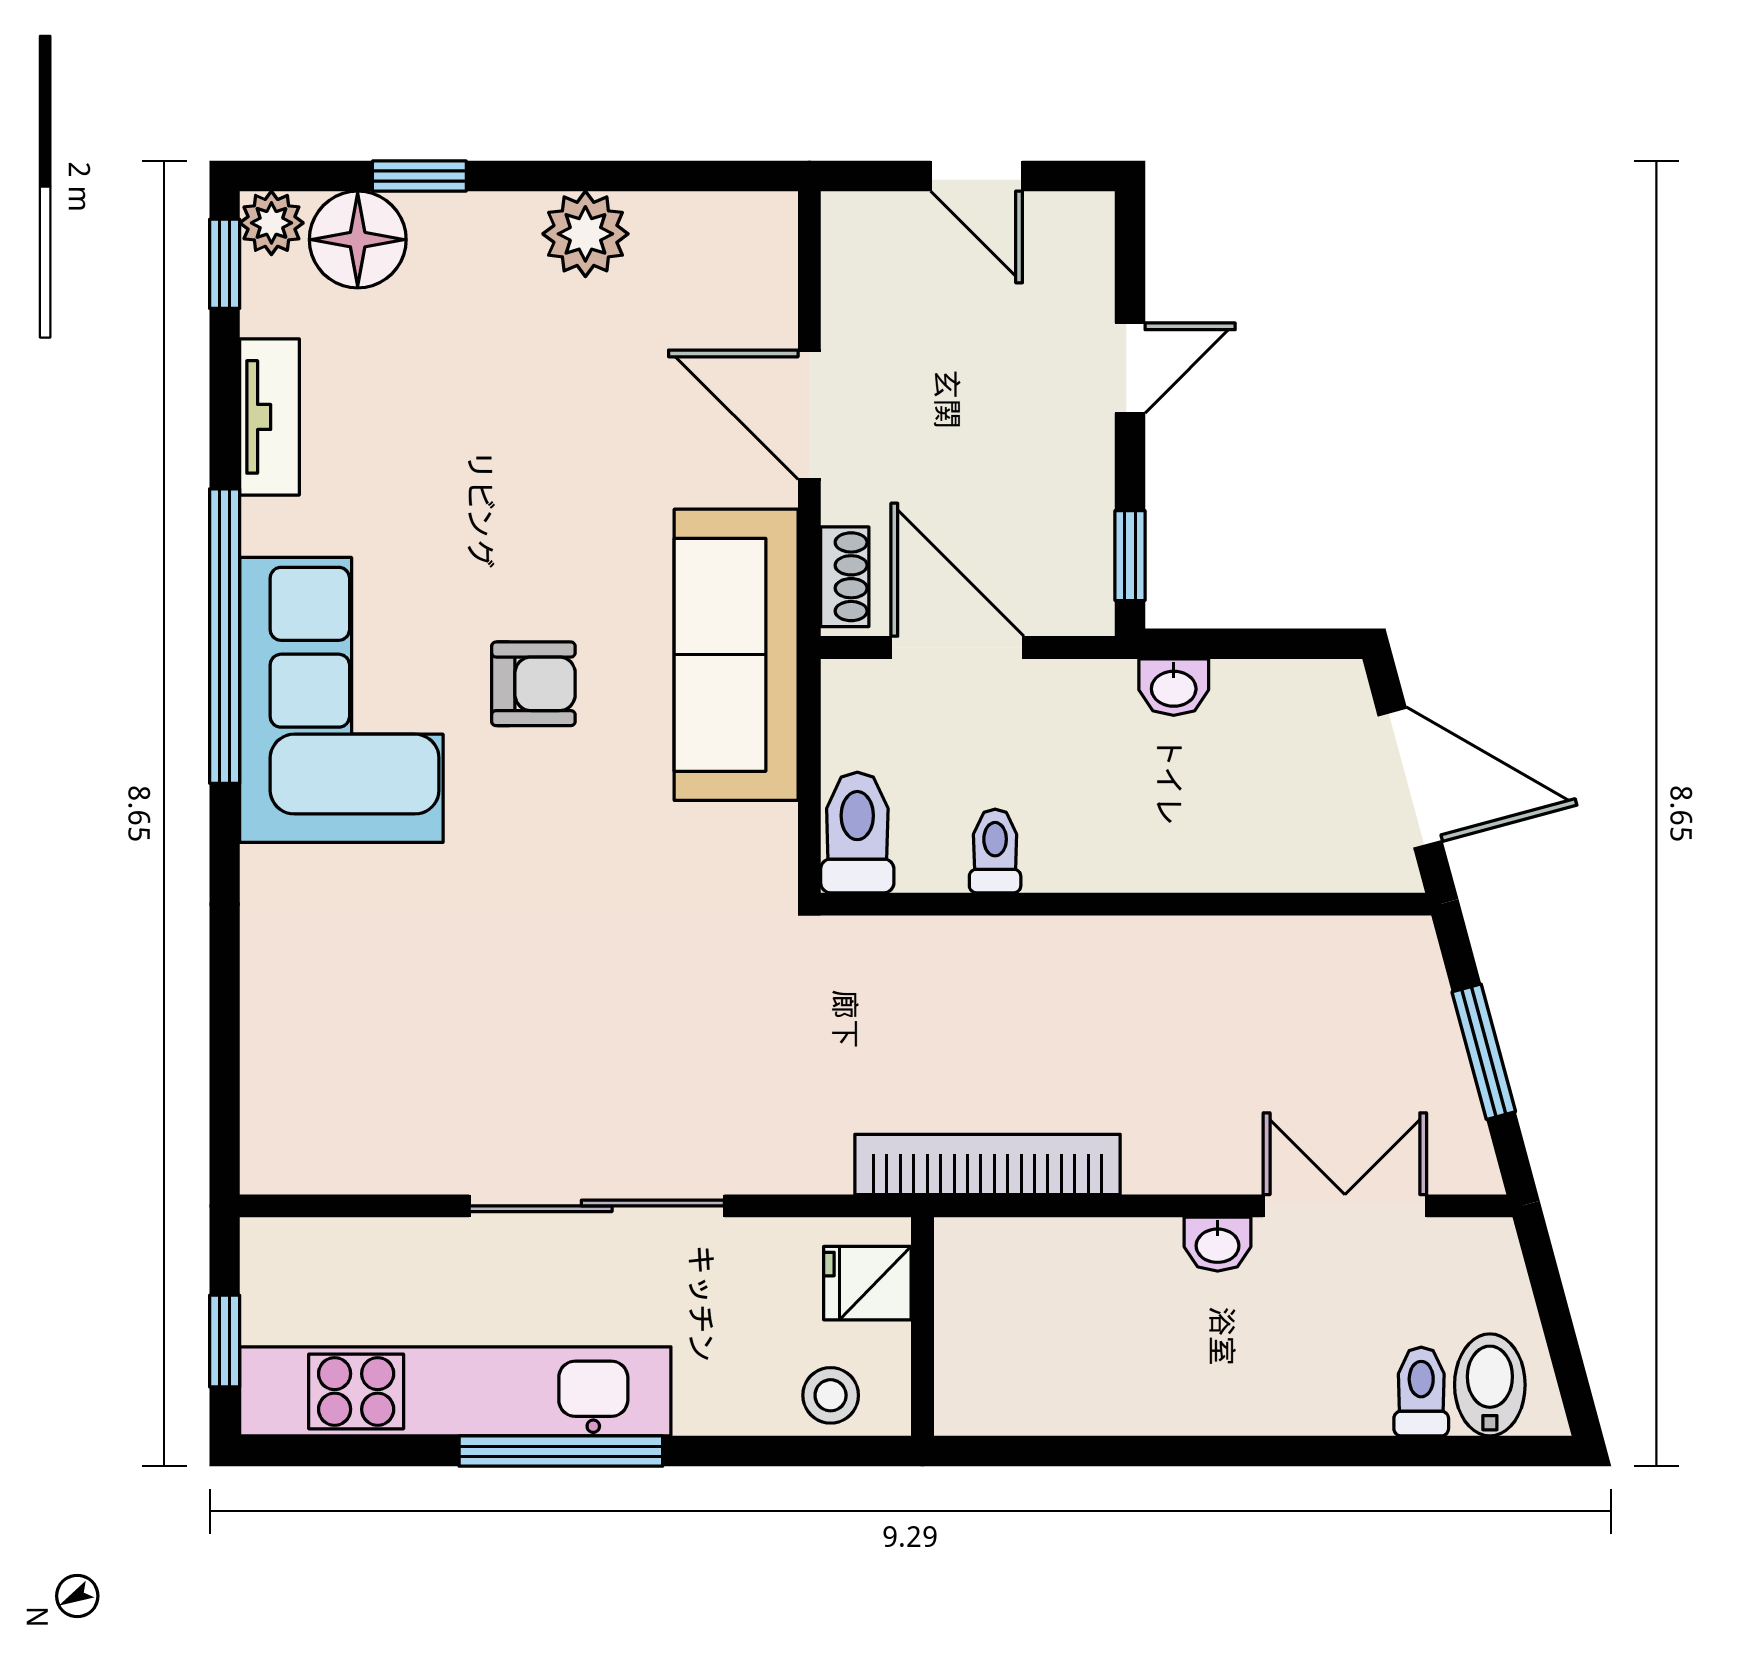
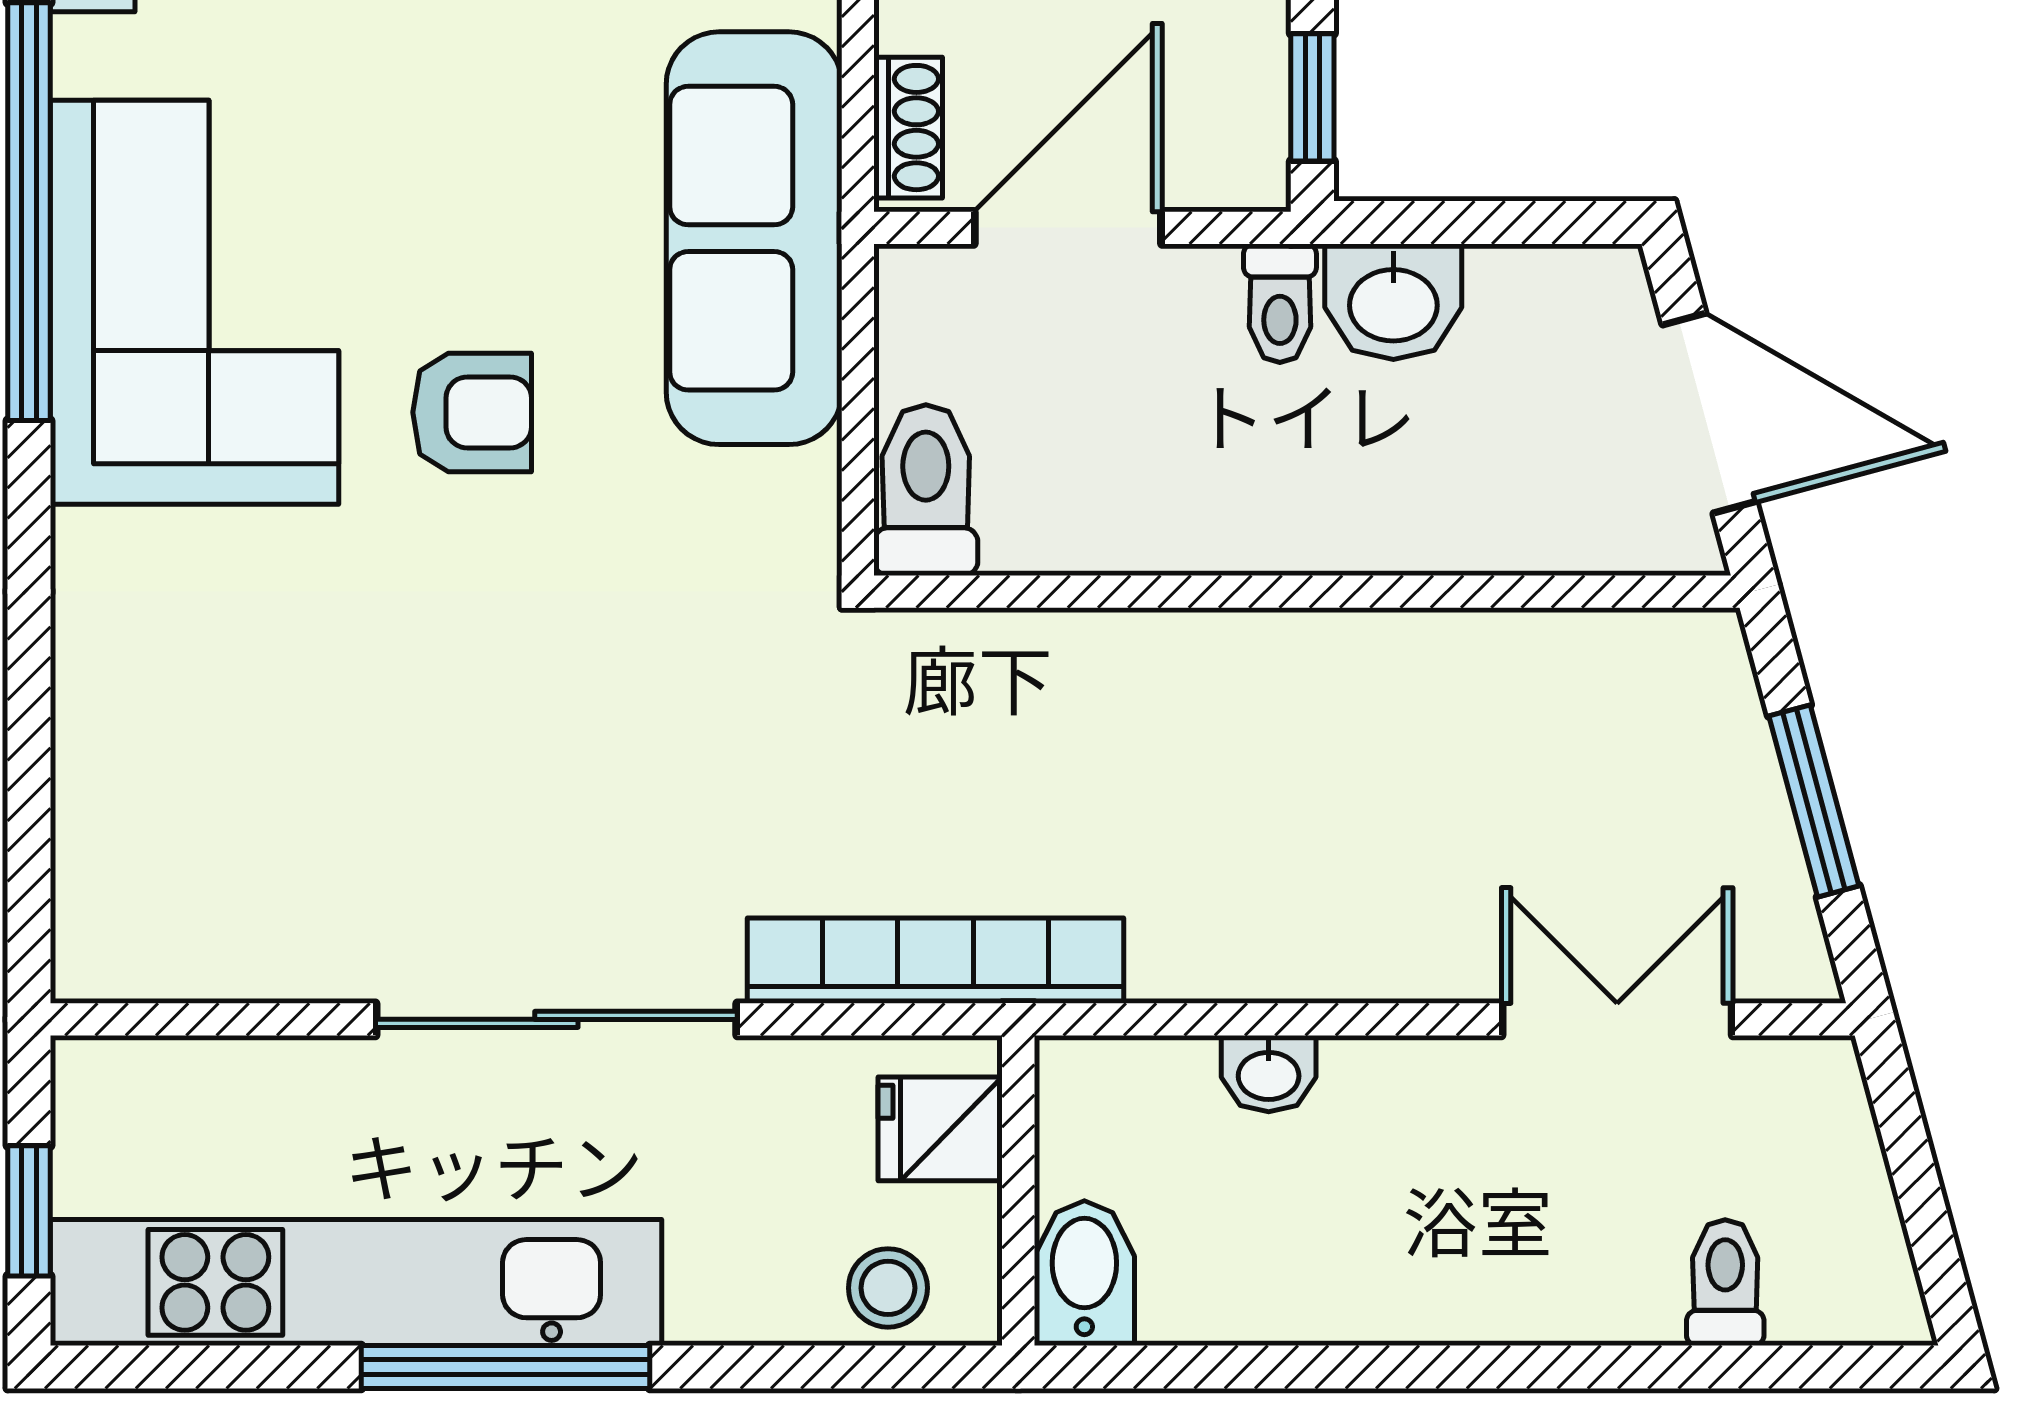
door: (957, 648) -> (1068, 228), hinge flipped
armchair: (533, 684) -> (472, 412), moved
washbasin: (1174, 687) -> (1393, 302), width x1.38, depth x1.45
toilet: (995, 851) -> (1280, 303), moved, turned 180
bookcase: (988, 1164) -> (936, 961), moved
washbasin: (1218, 1244) -> (1269, 1074), moved
bidet: (1490, 1385) -> (1084, 1273), moved

